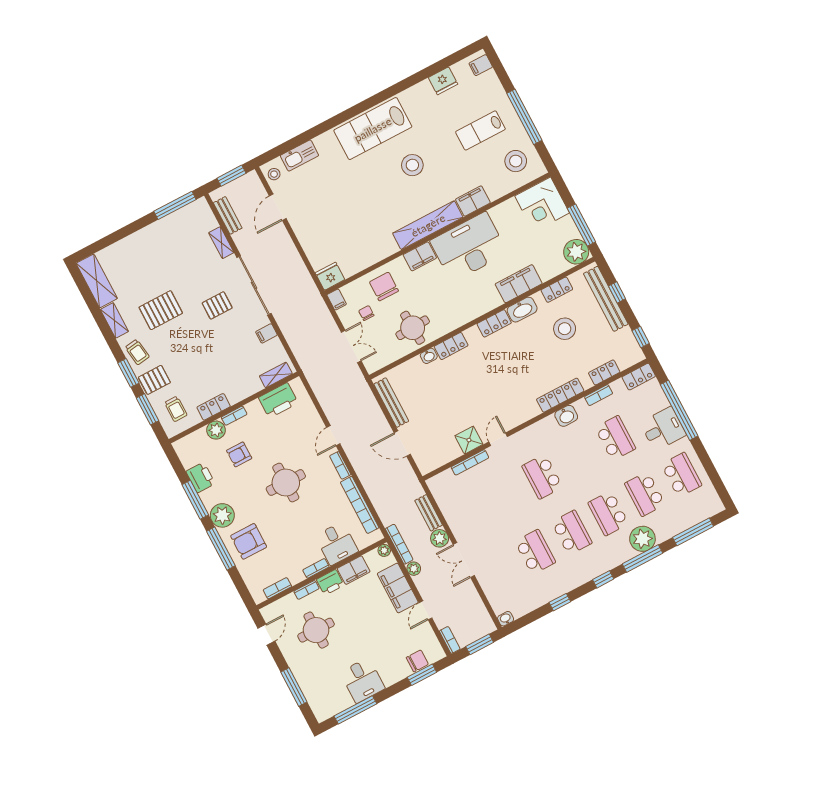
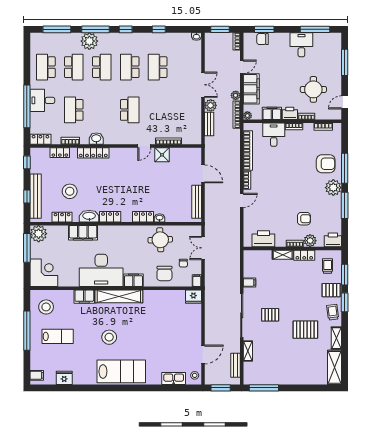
shelving: (276, 375) -> (283, 255), moved
printer: (201, 478) -> (333, 240), moved, turned 90
round table: (286, 483) -> (285, 187), removed

